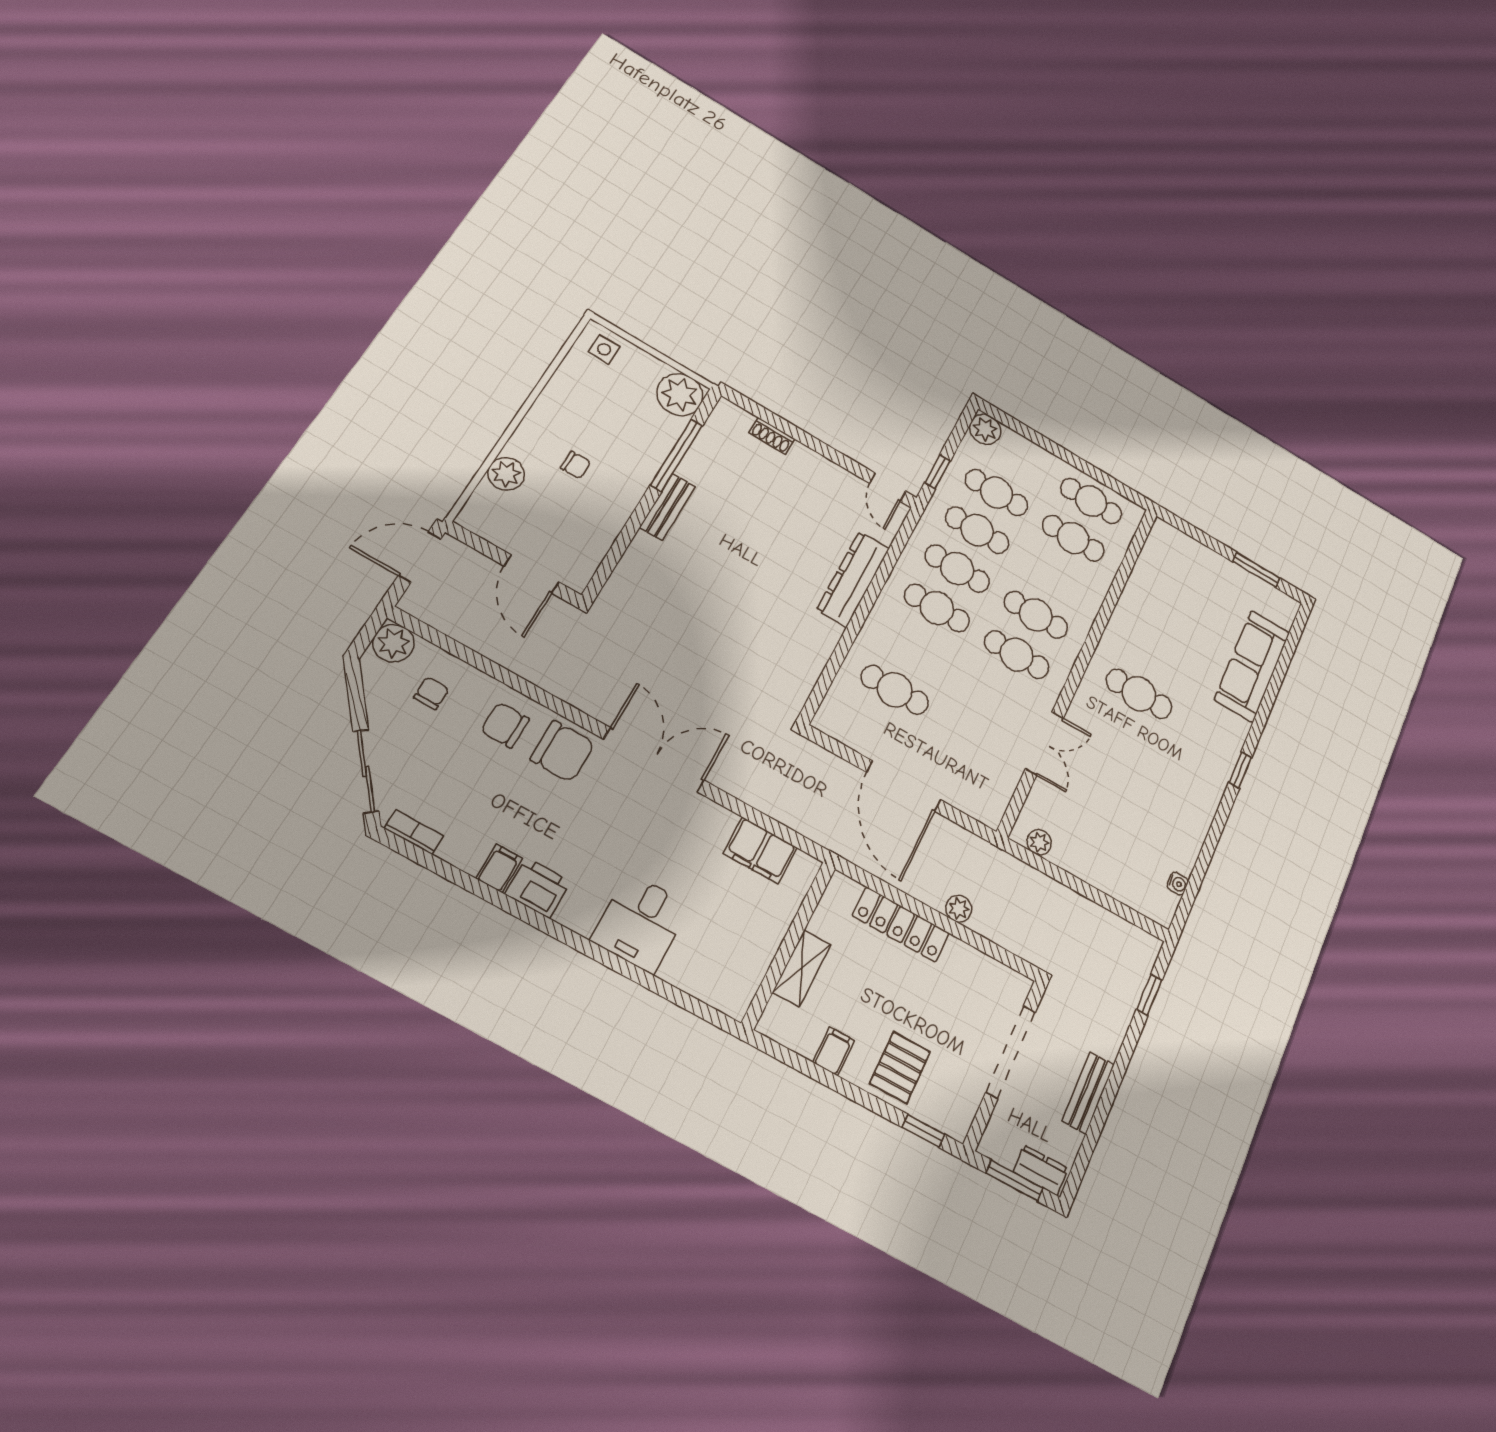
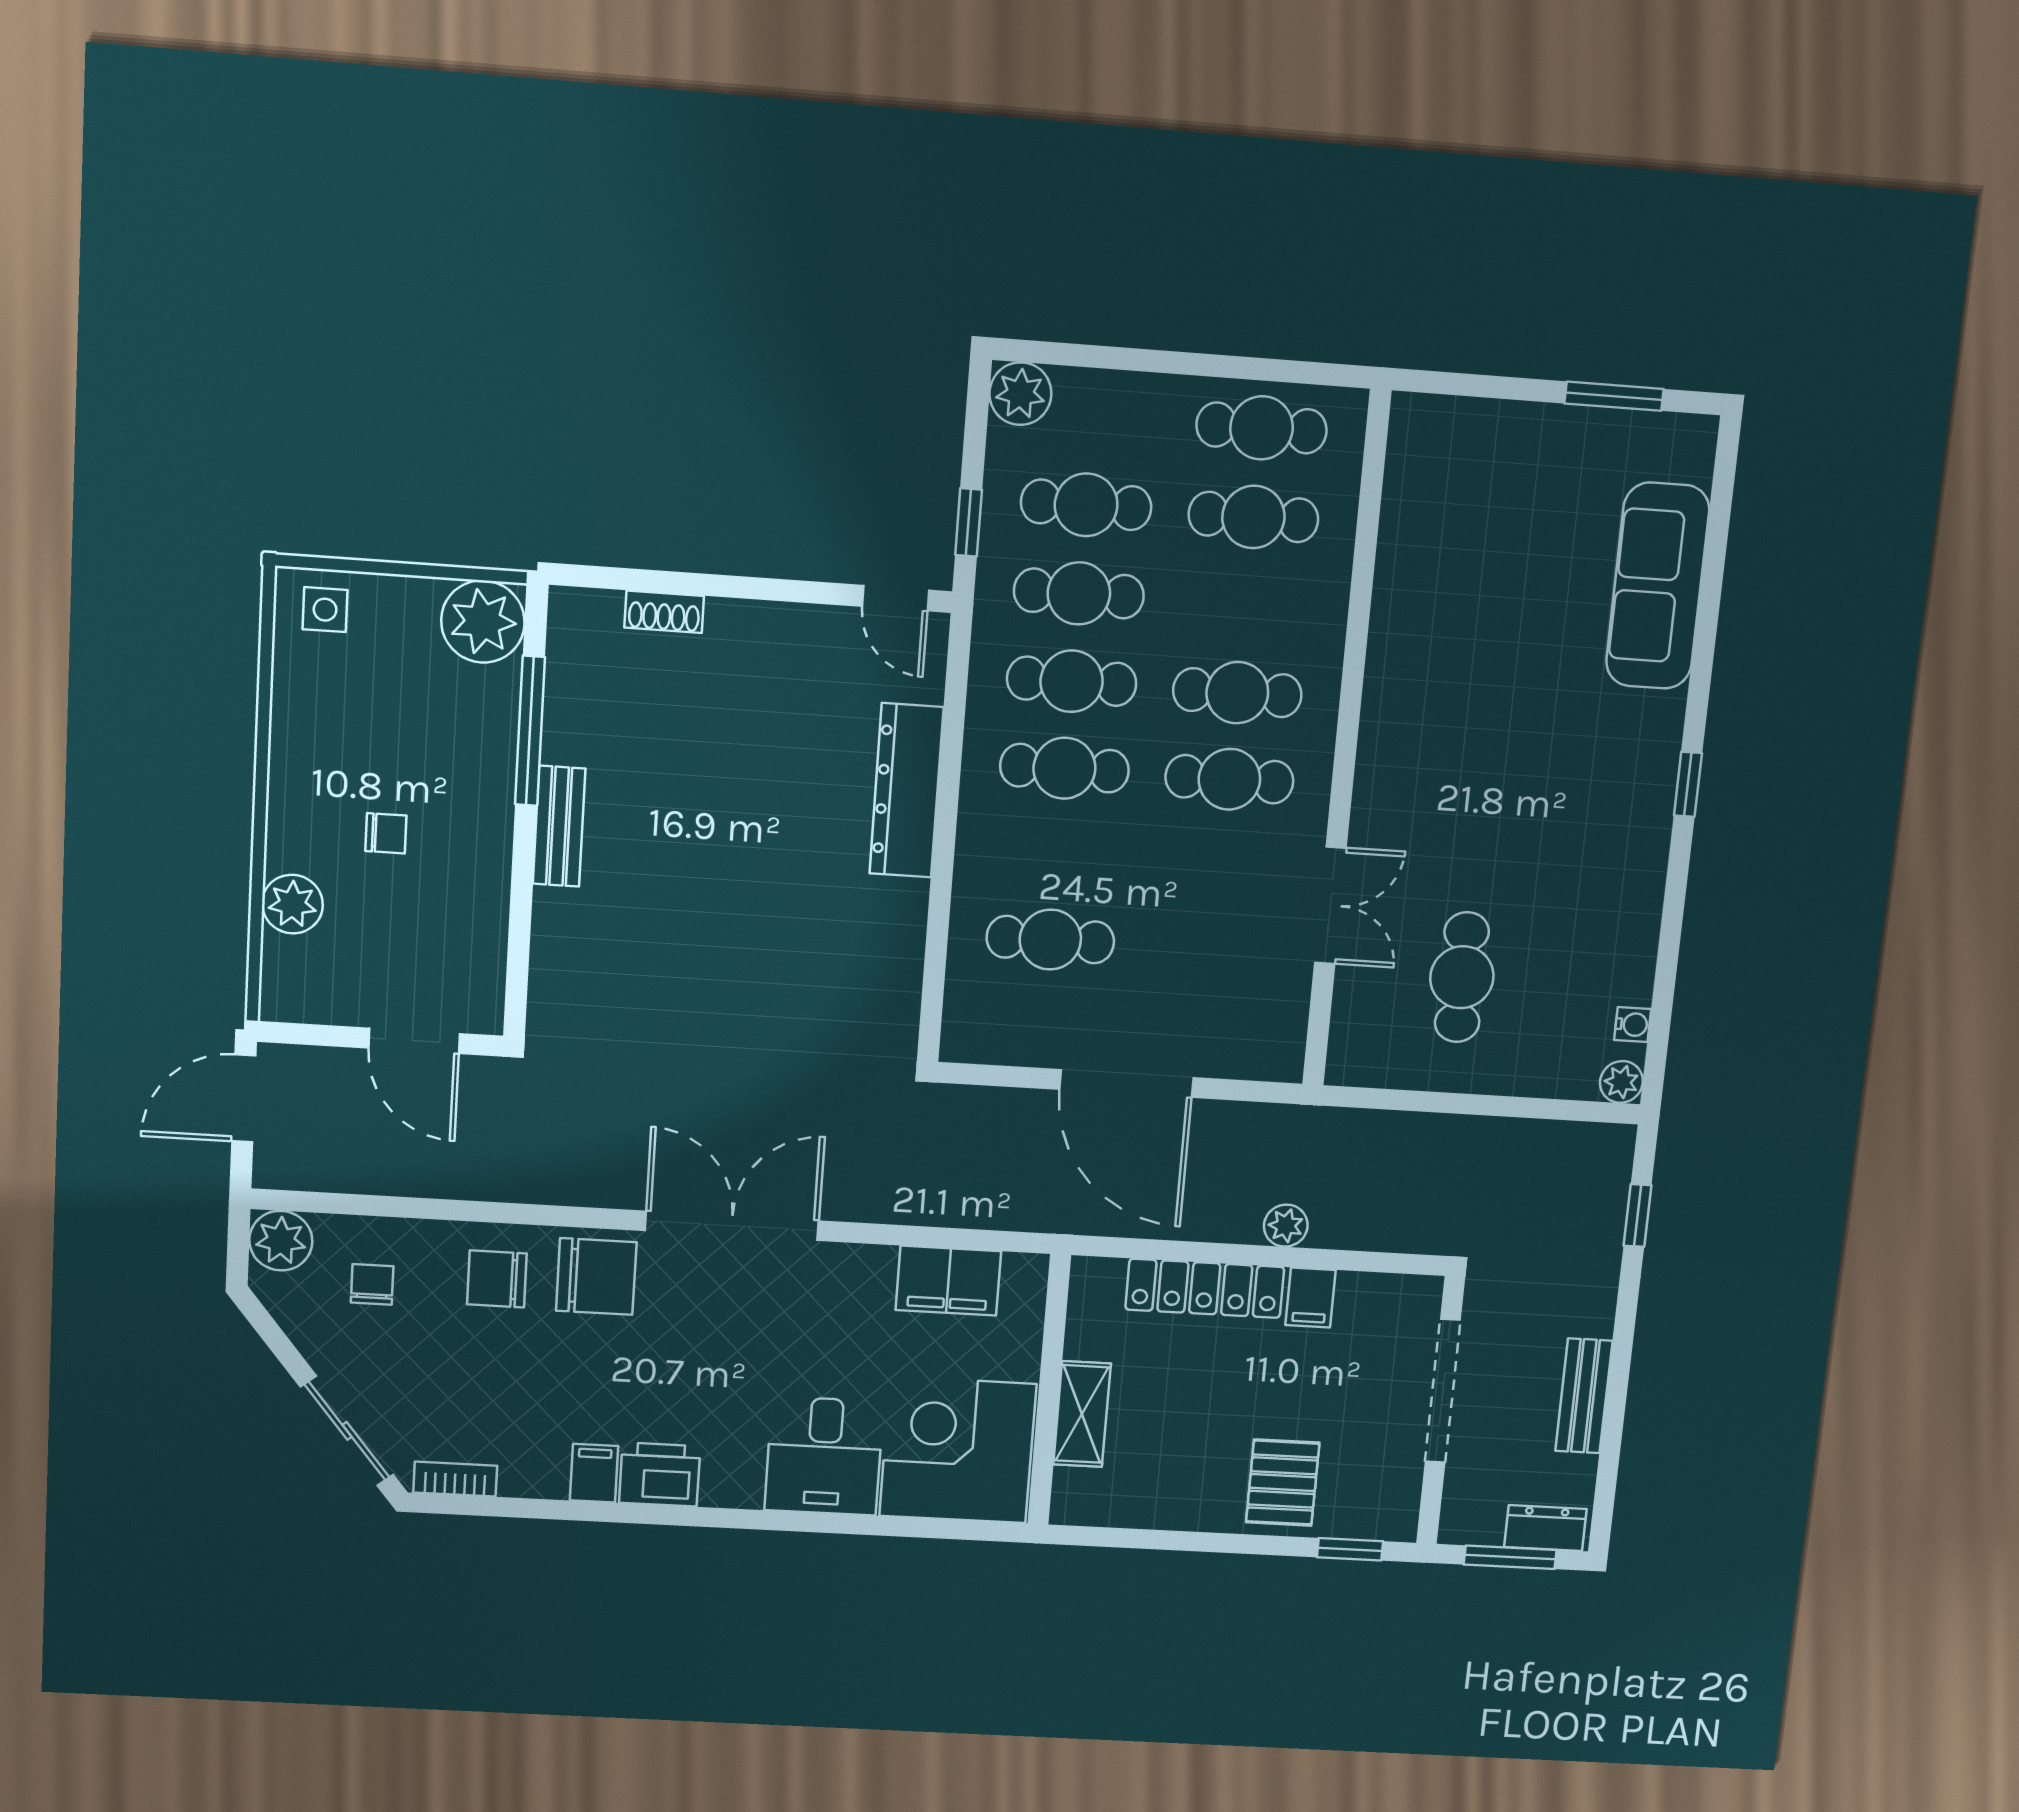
cafe table: (1139, 694) -> (1462, 977), moved, turned 90
plant: (1039, 842) -> (1621, 1082), moved
corner desk: (721, 957) -> (958, 1450), added
filing cabinet: (834, 1051) -> (1310, 1298), moved, turned 180

